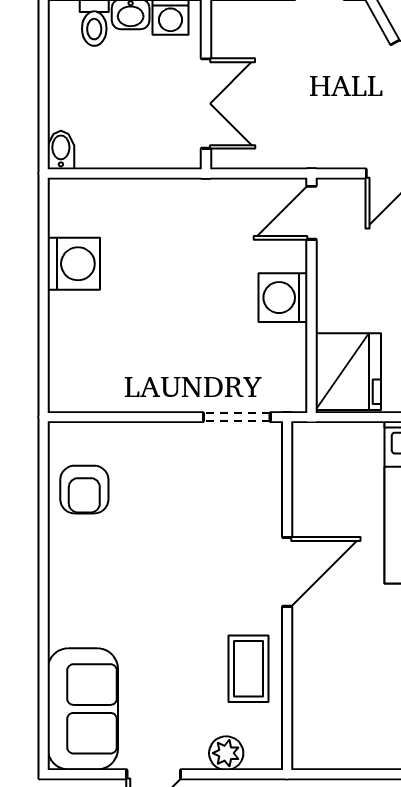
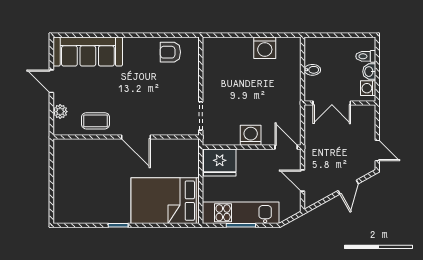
bidet: (61, 150) -> (312, 70), moved
sofa: (83, 709) -> (88, 52), width x1.36

